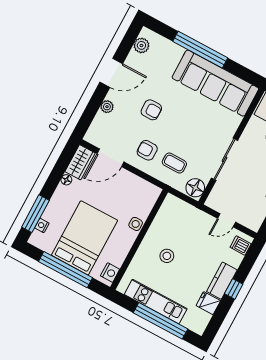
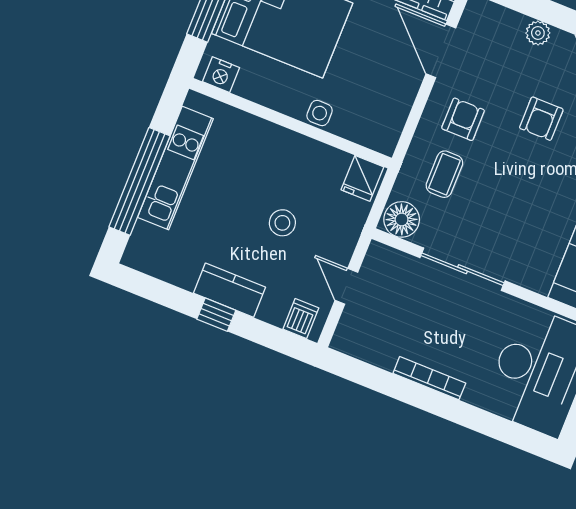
stool: (167, 256) -> (282, 223), moved
fridge: (208, 303) -> (362, 178), moved, turned 180

